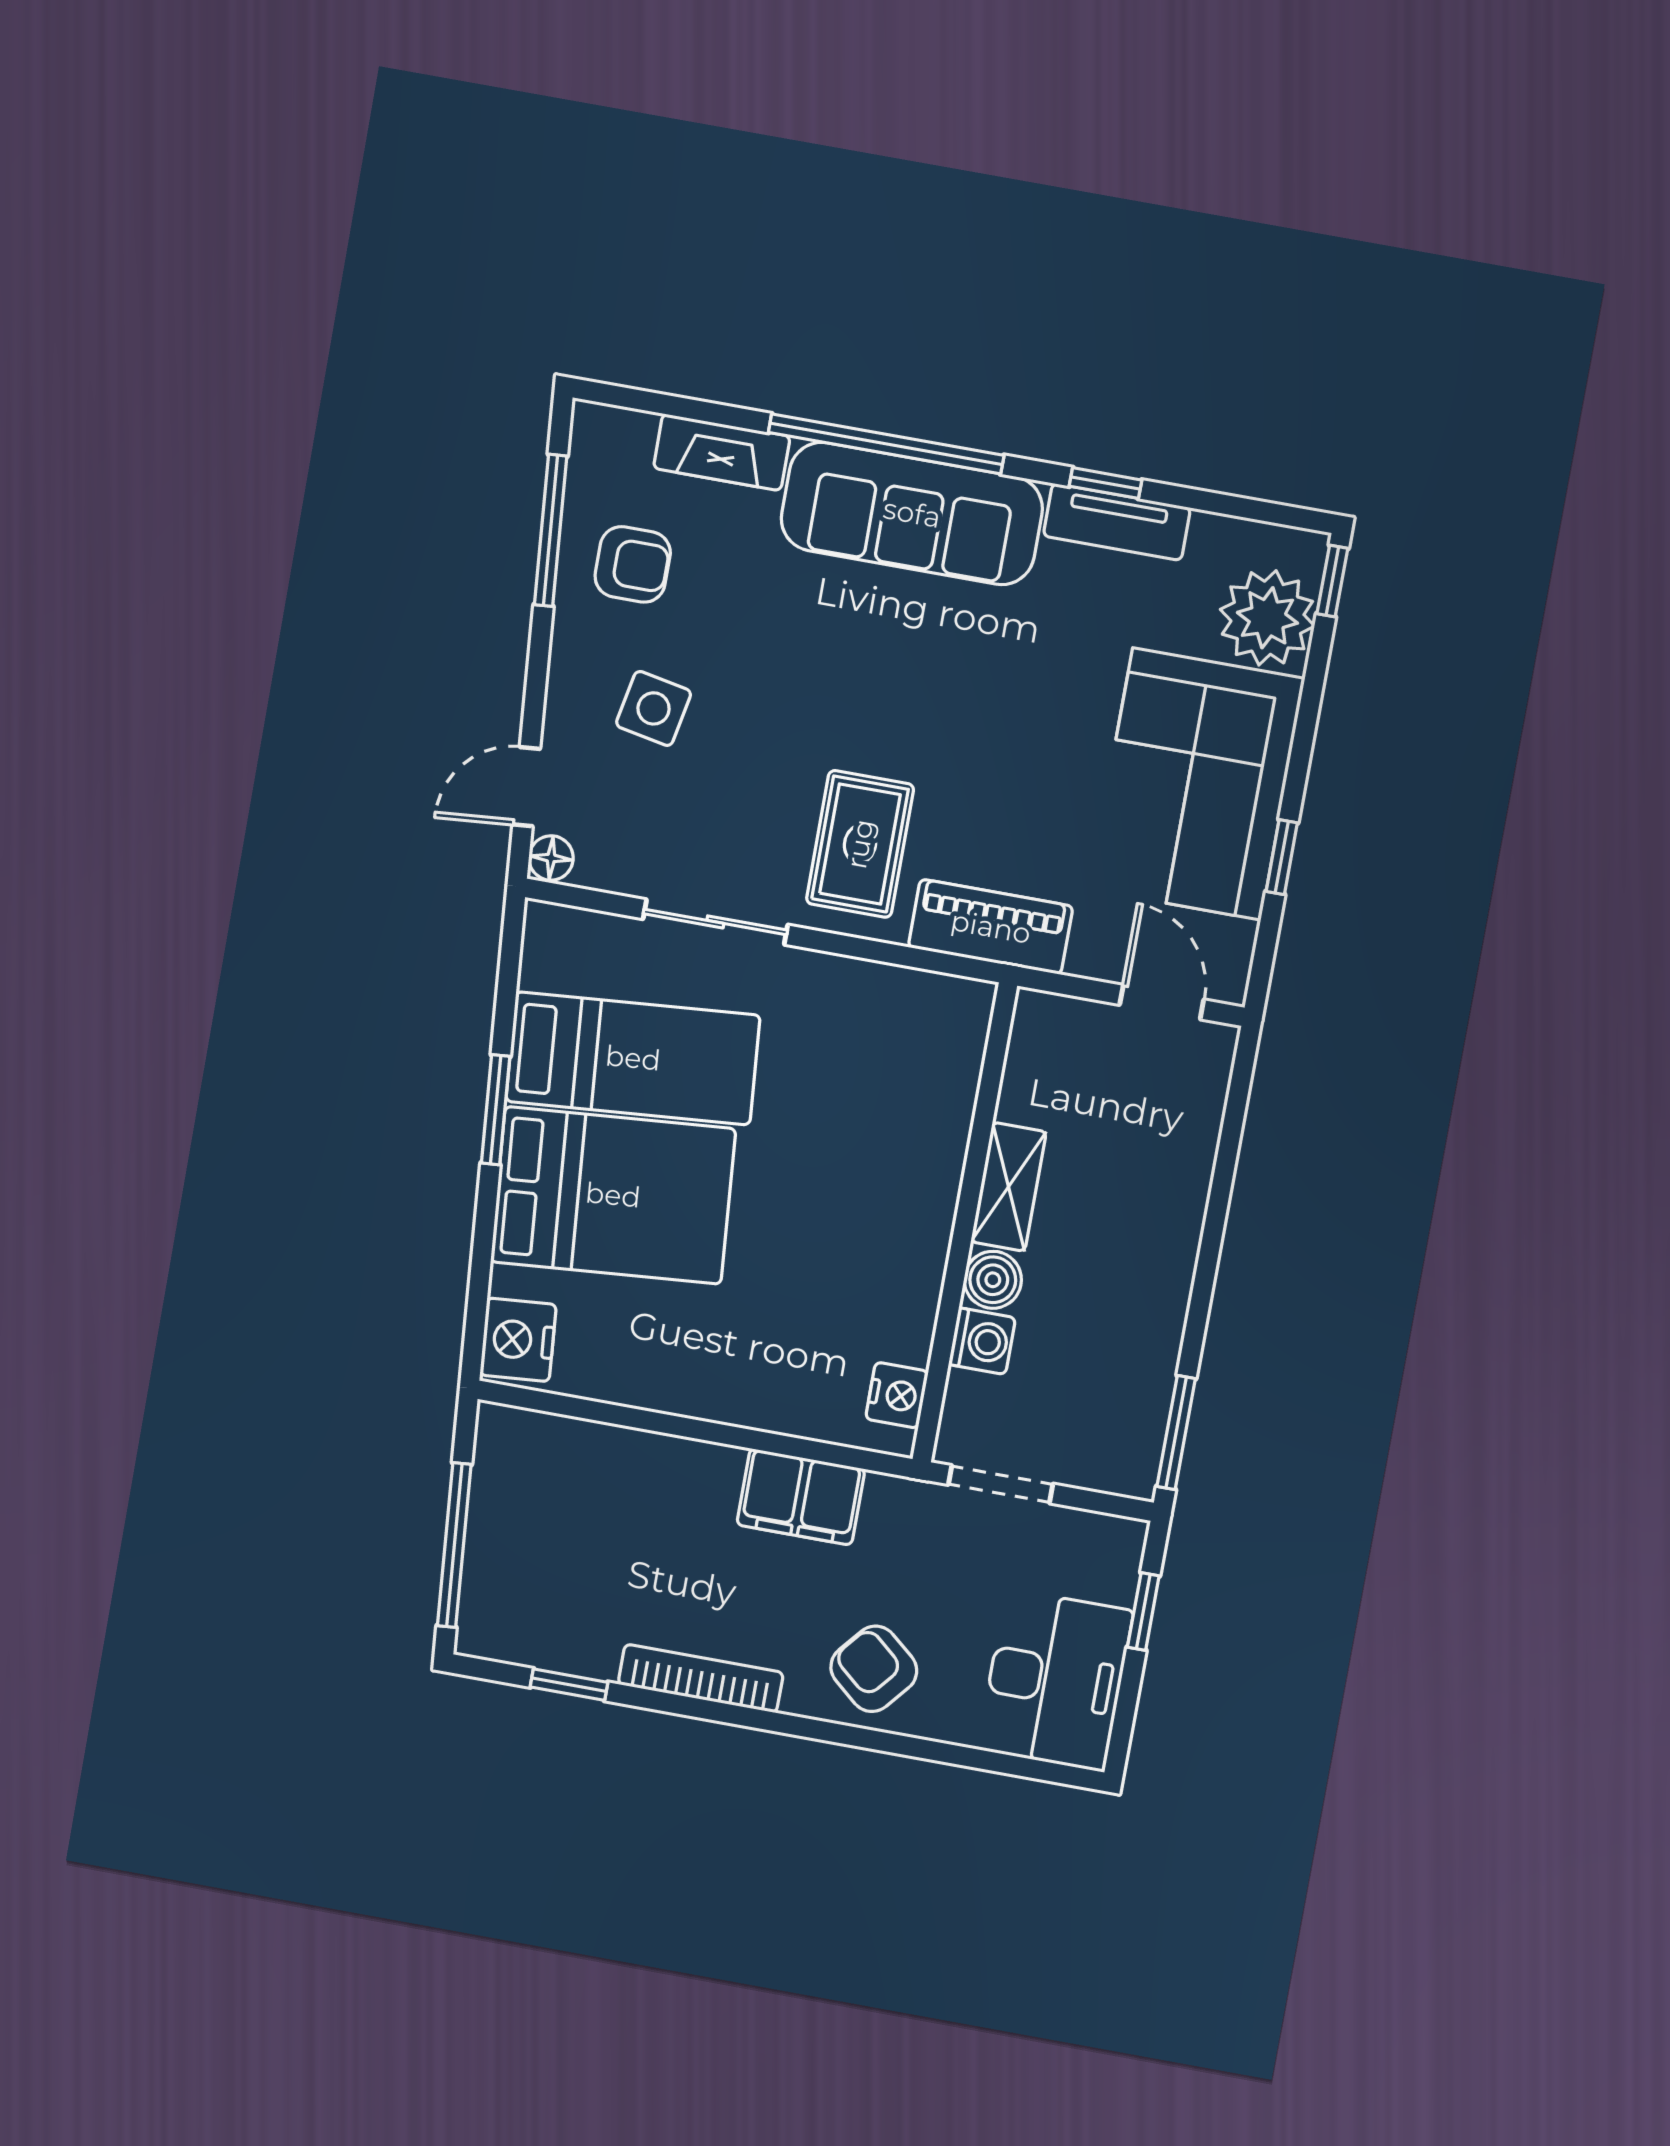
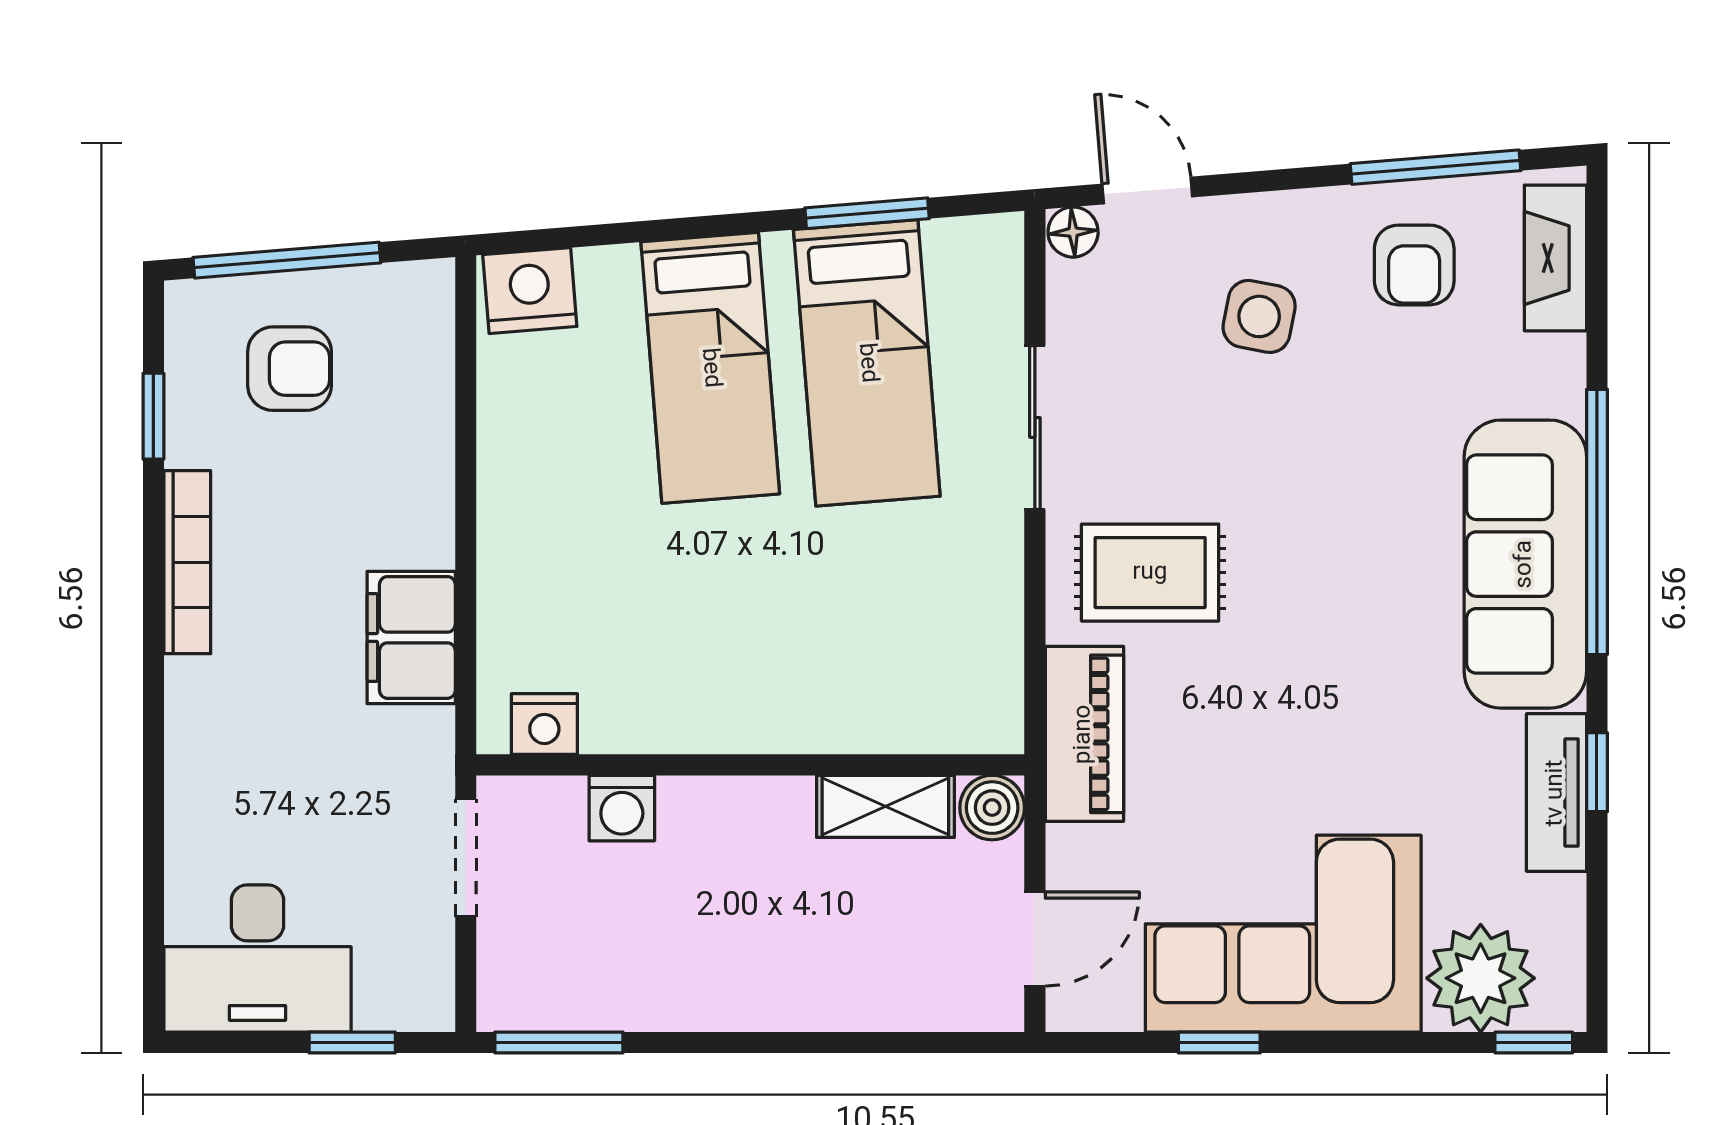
fireplace: (722, 452) -> (1555, 258), moved
window: (496, 1110) -> (867, 213), moved
shelving: (1009, 1187) -> (885, 806), moved
bed: (613, 1195) -> (710, 368), width x0.67
boiler: (993, 1280) -> (992, 808), moved
armchair: (874, 1669) -> (290, 369), moved, turned 50

